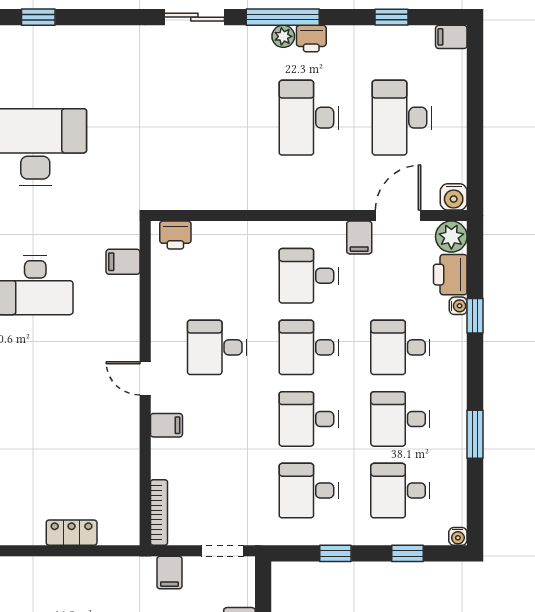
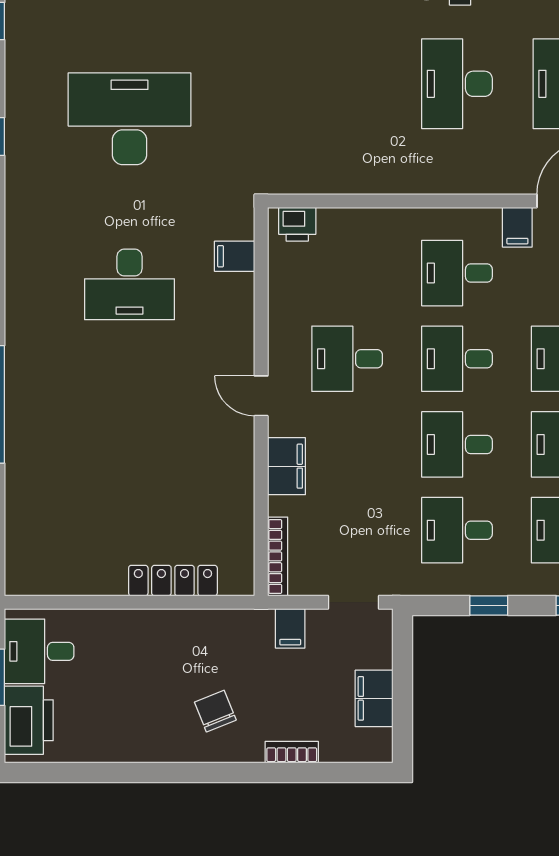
filing cabinet: (166, 425) -> (287, 466), width x2.00
locker: (72, 533) -> (173, 581), width x1.53

